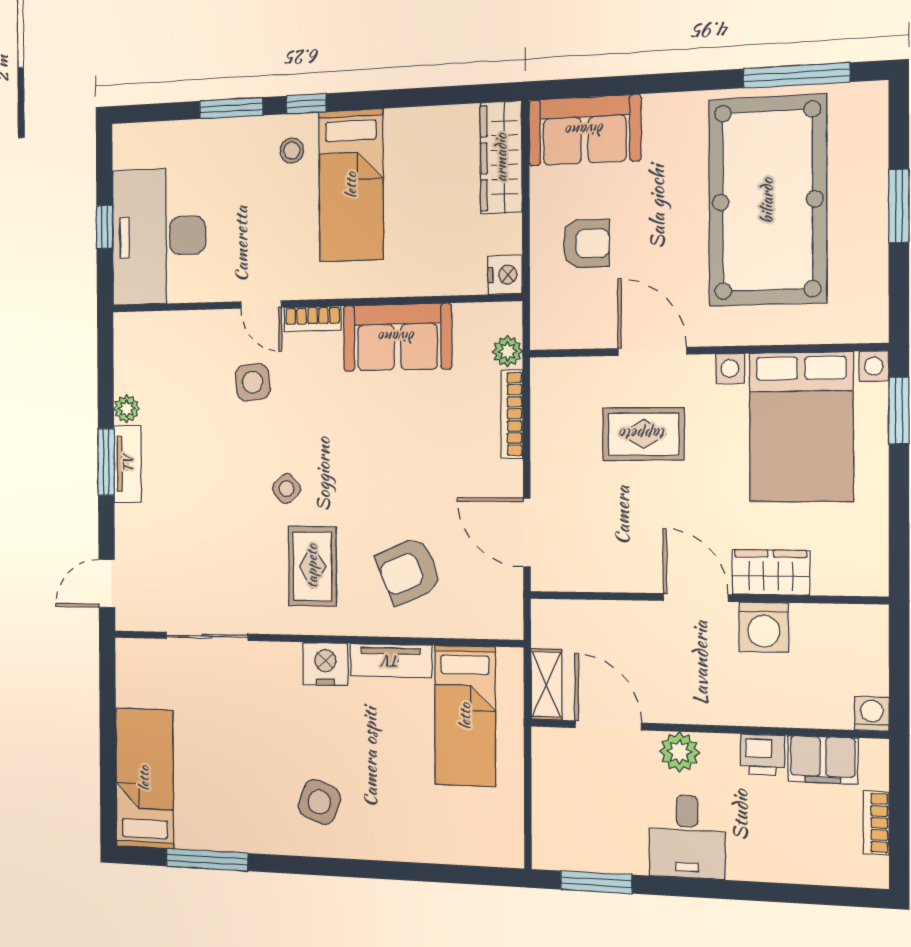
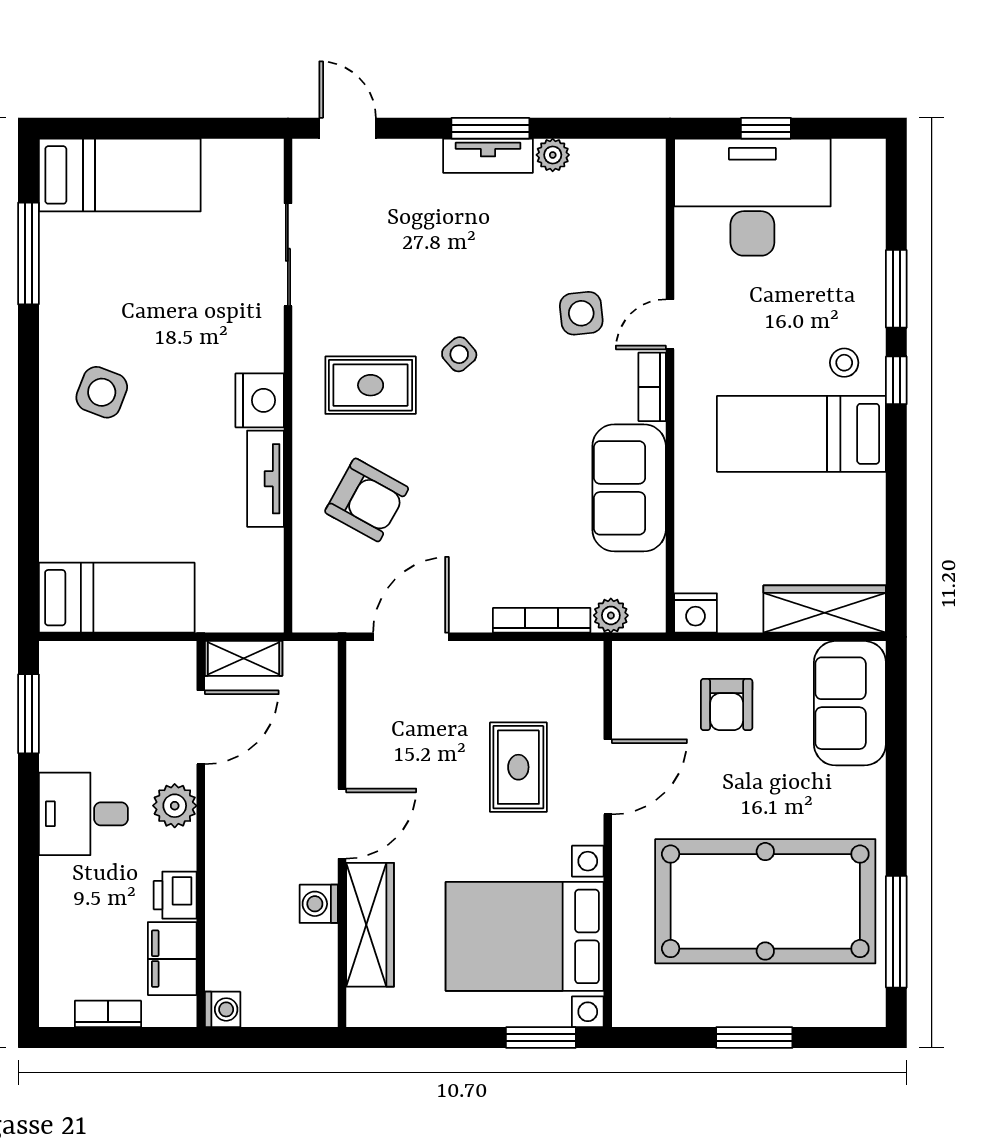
armchair: (409, 571) -> (367, 500), turned 142
wardrobe: (771, 572) -> (370, 925), width x1.50
washing machine: (764, 627) -> (319, 904), width x0.73, depth x0.73
bed: (465, 716) -> (117, 598), moved, turned 180

